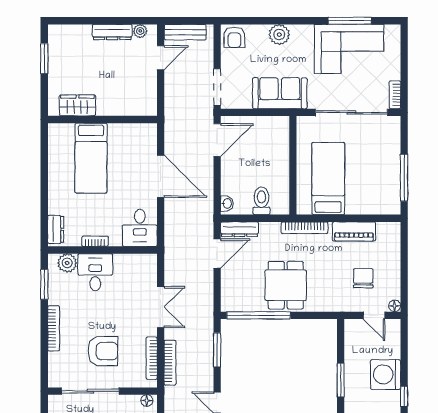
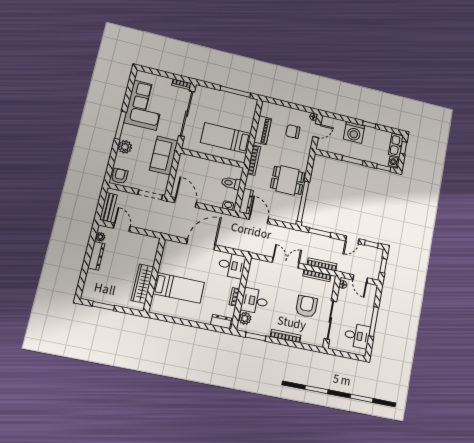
window: (350, 21) -> (121, 125), moved
armchair: (234, 37) -> (120, 176), turned -90
wardrobe: (77, 105) -> (142, 284), width x1.50

